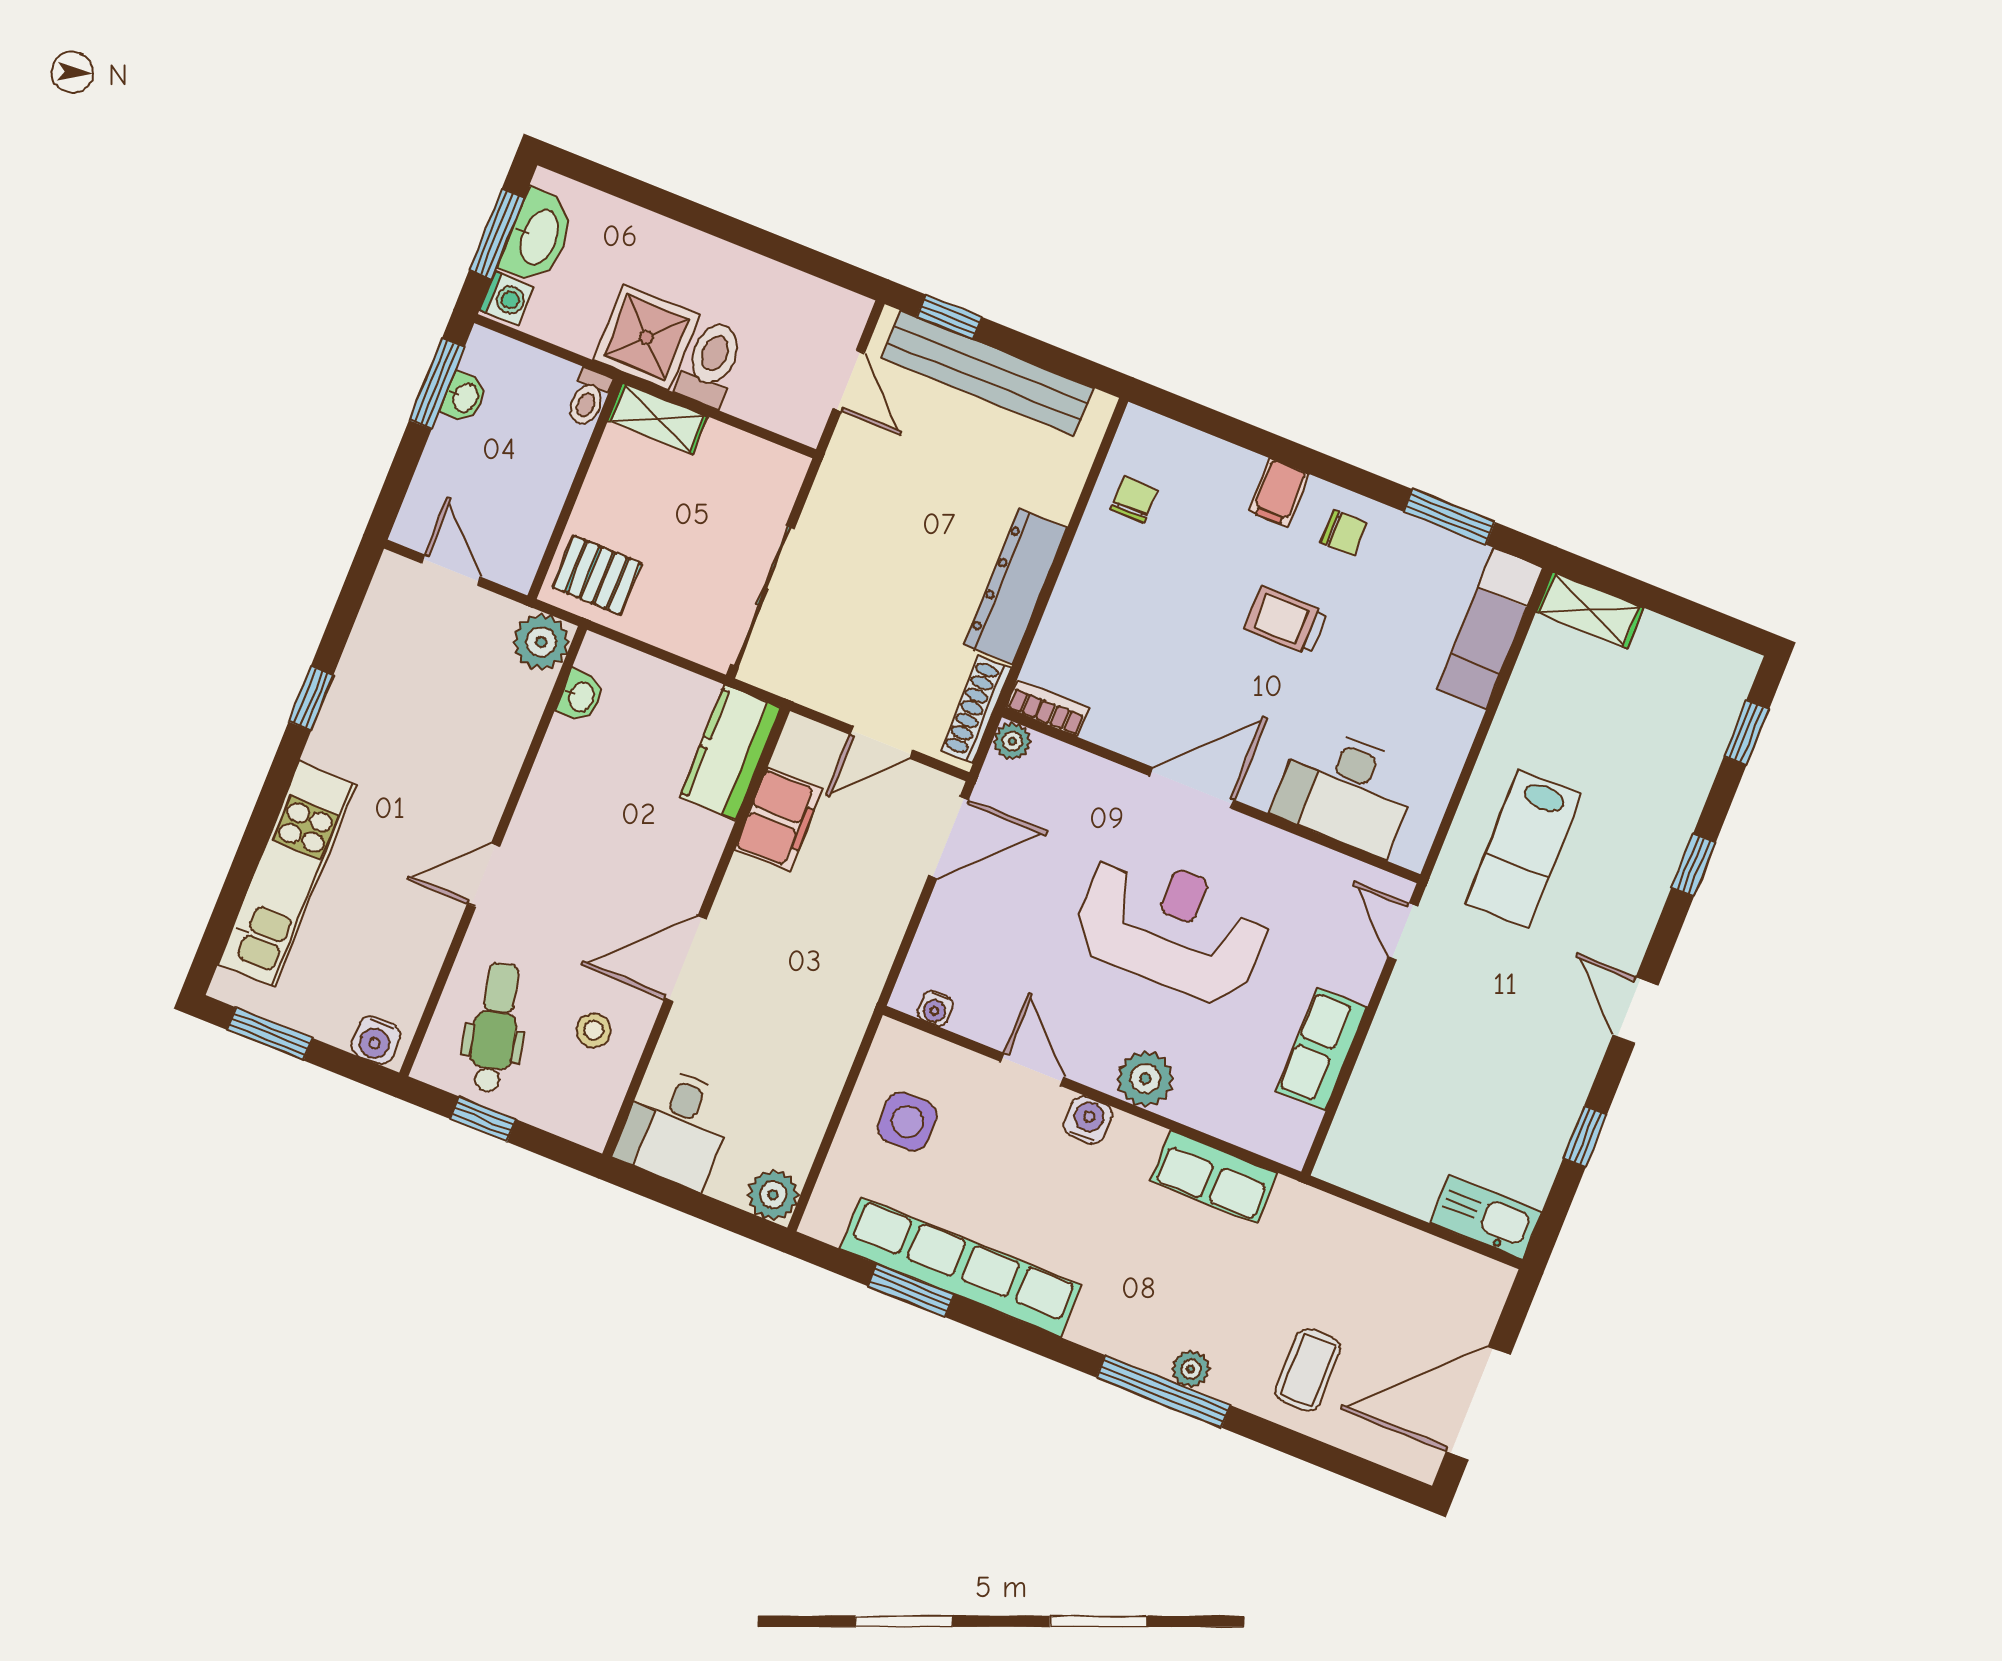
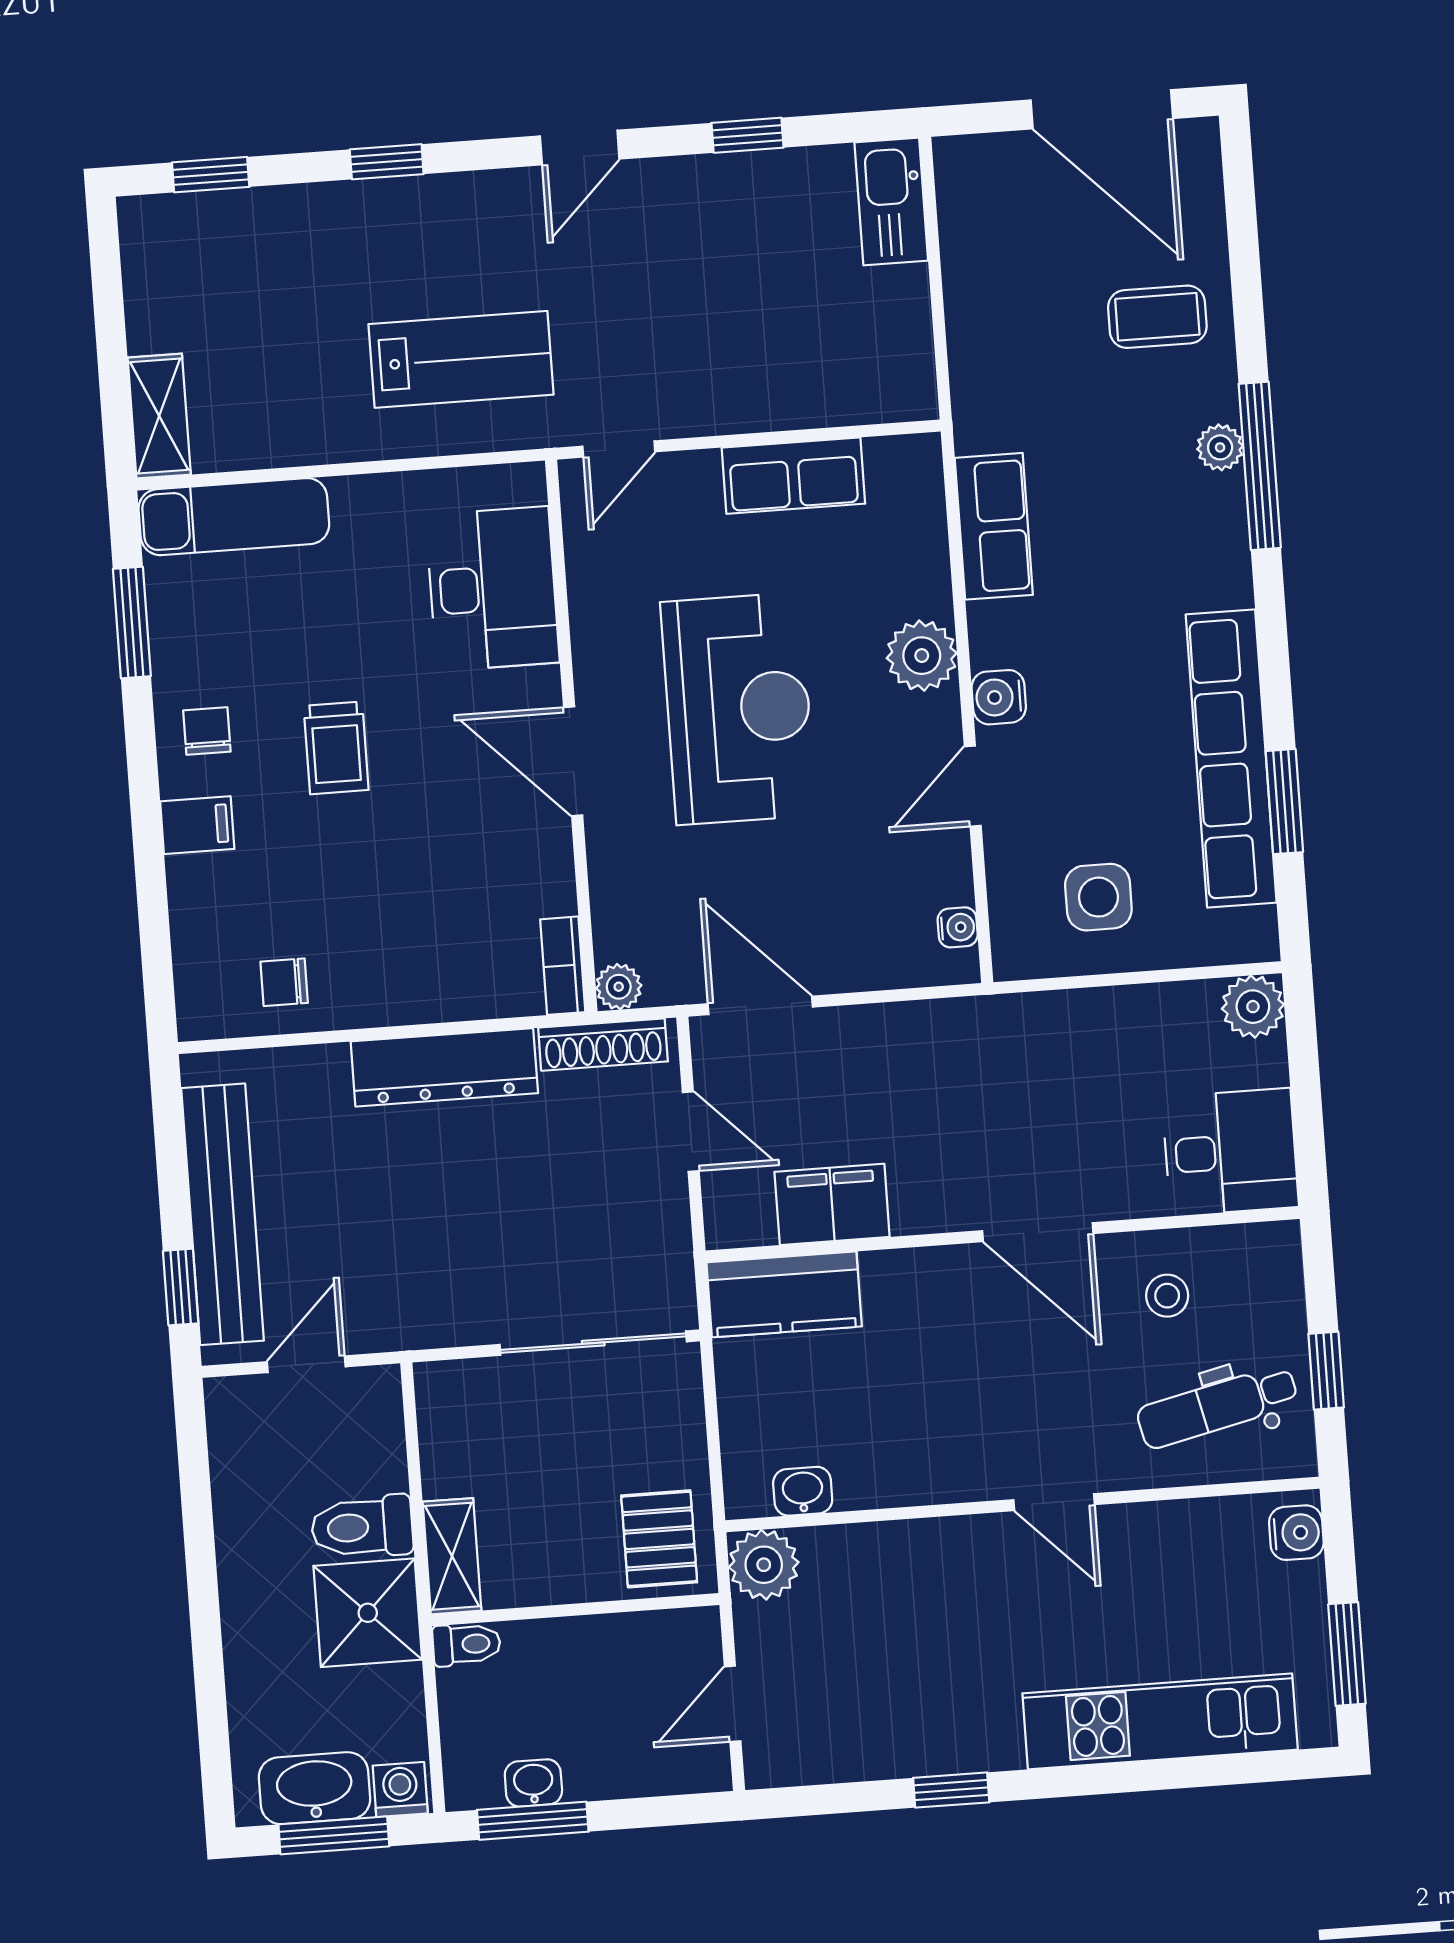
reception desk: (1172, 927) -> (738, 709), turned 180

